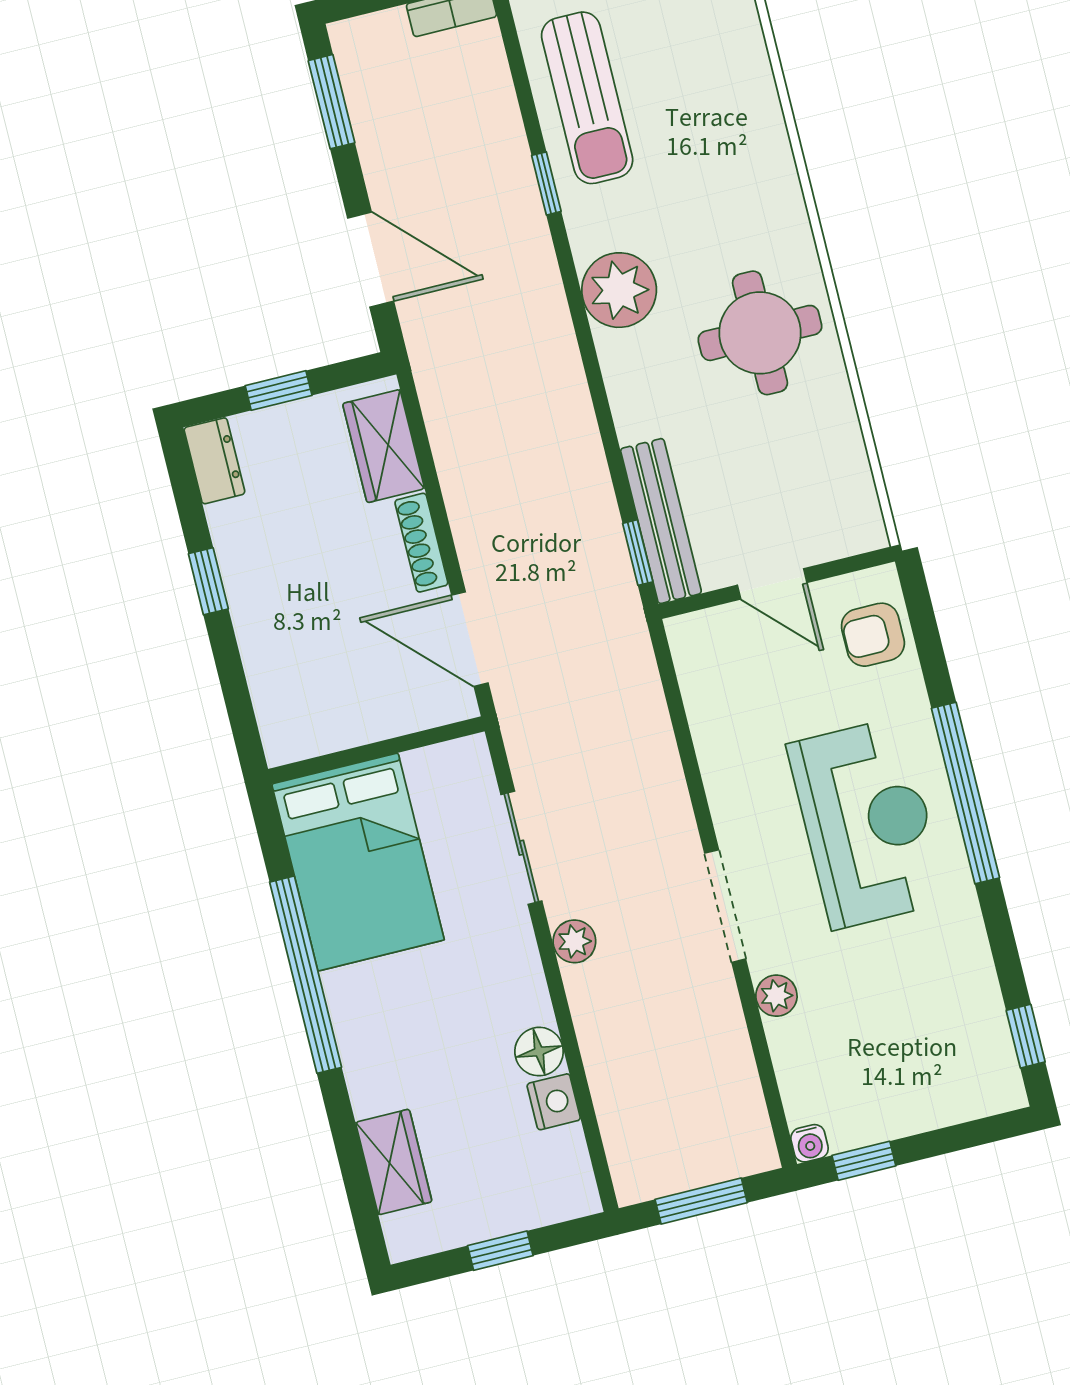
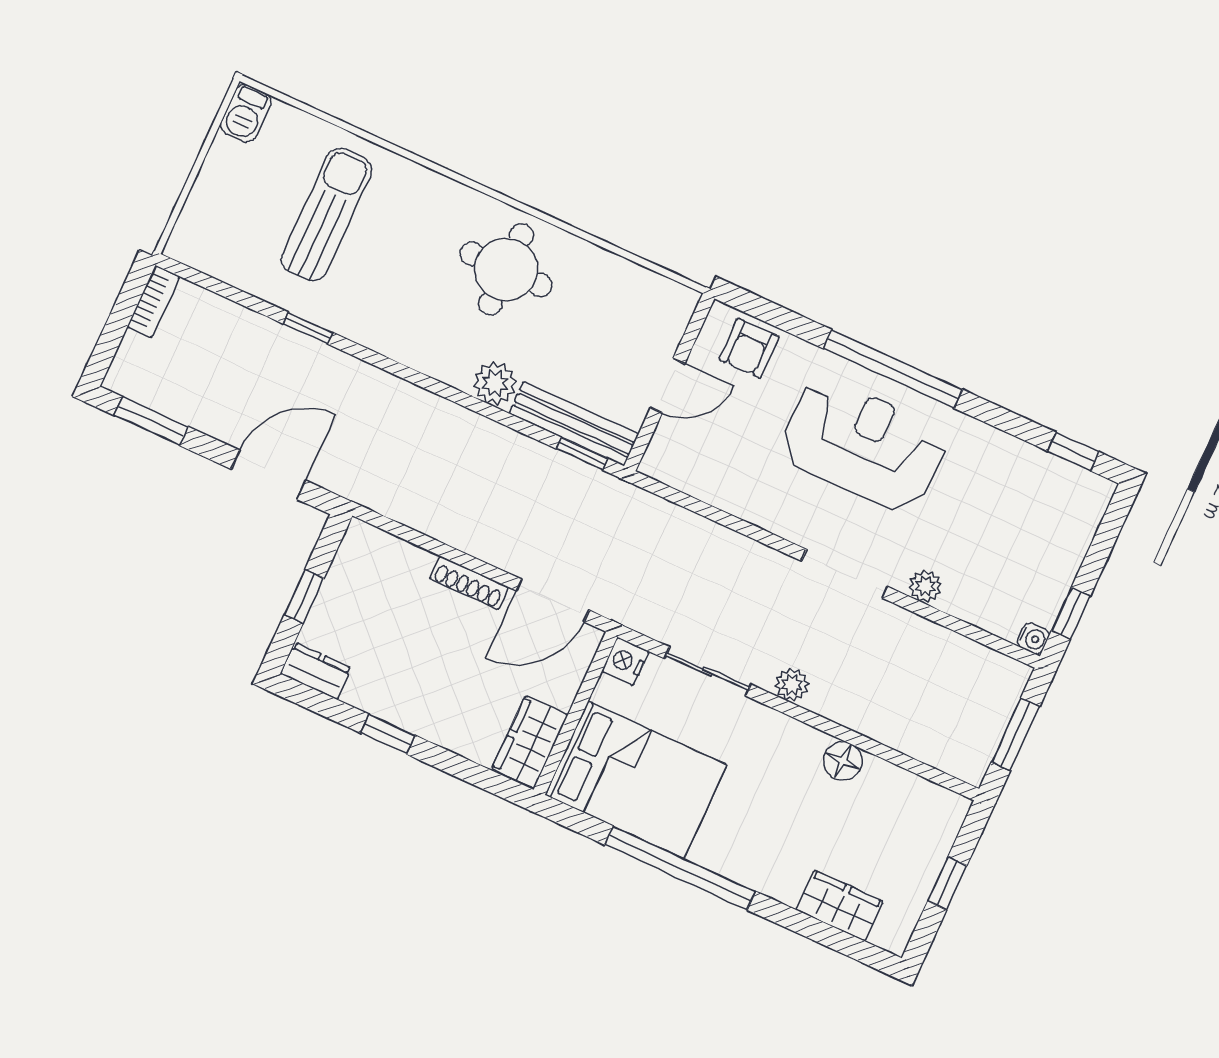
sun lounger: (587, 98) -> (326, 215), moved, turned -90
plant: (619, 290) -> (495, 383), moved, width x0.73, depth x0.73
wardrobe: (384, 446) -> (530, 742), moved, turned 90
nightstand: (554, 1102) -> (625, 661), moved, turned -90

